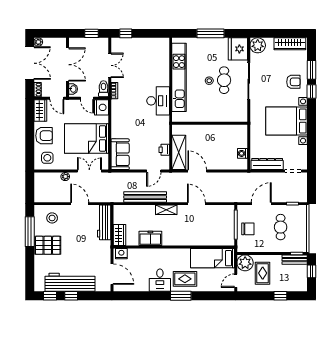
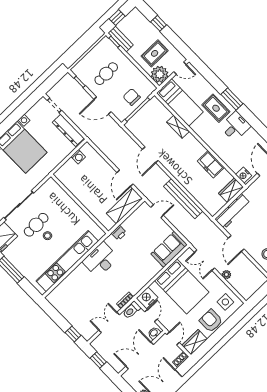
printer: (164, 150) -> (119, 233), moved
shelving: (166, 210) -> (178, 127), moved

